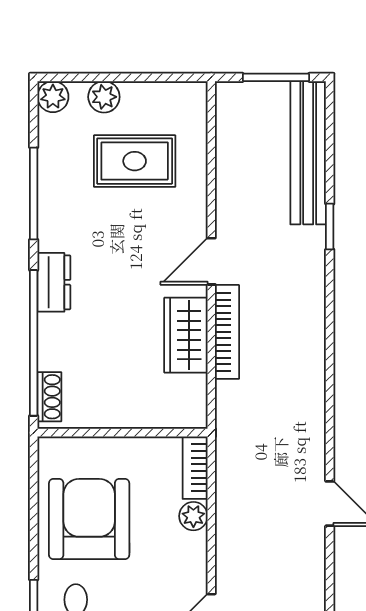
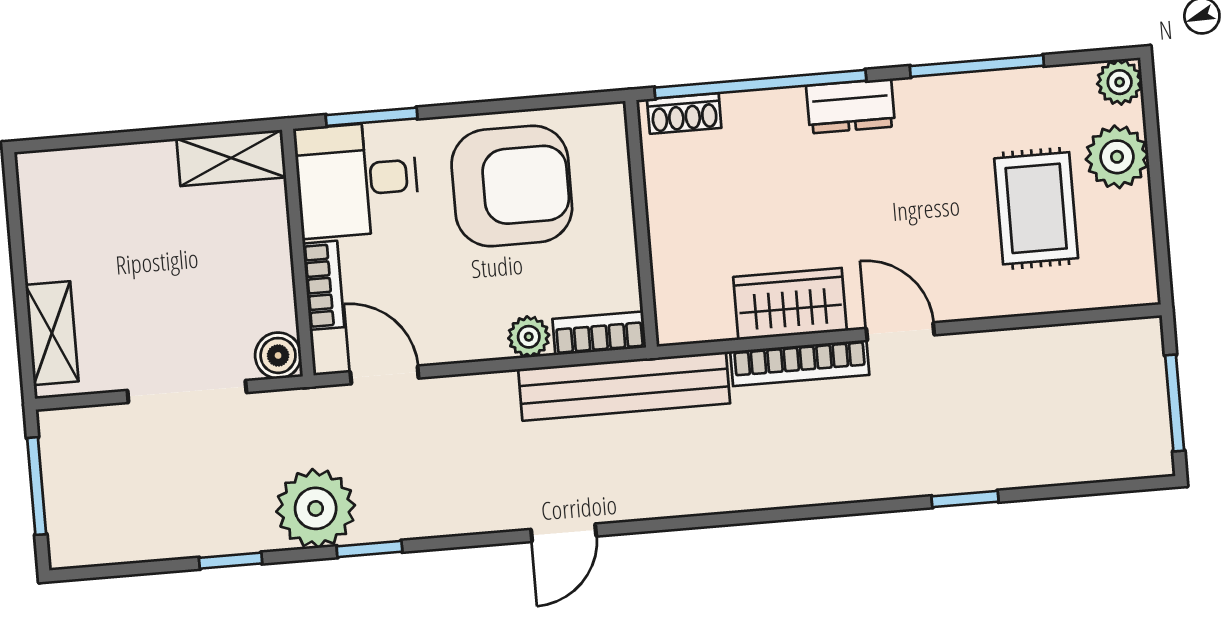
plant: (104, 97) -> (1117, 157), width x1.38, depth x1.38
bench: (308, 153) -> (624, 386), moved

